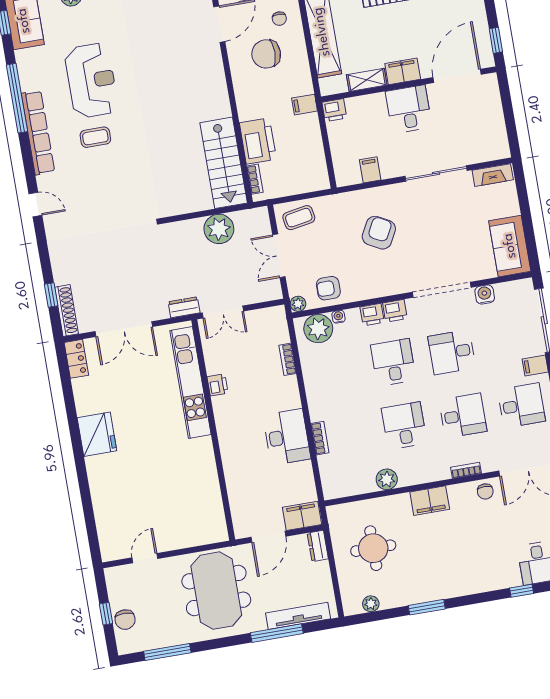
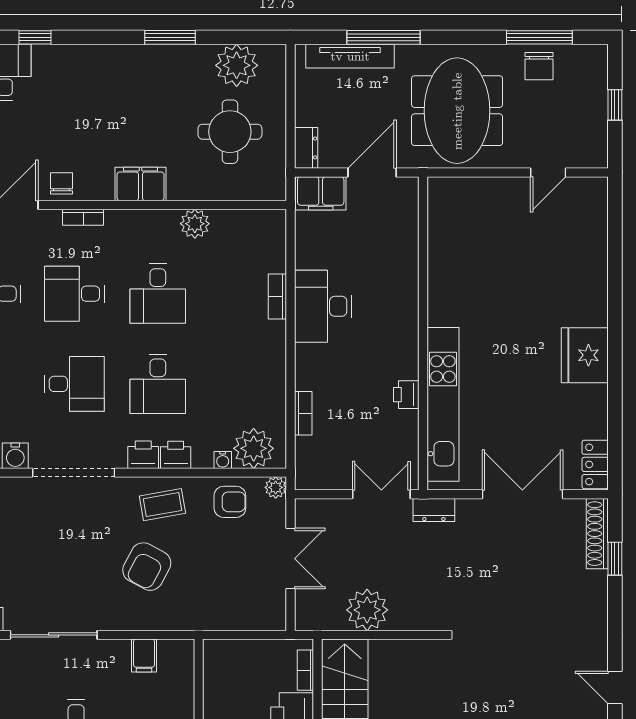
coffee table: (299, 218) -> (162, 505), moved
plant: (371, 604) -> (237, 65), width x1.87, depth x1.87
chair: (125, 620) -> (539, 66), moved, turned 180

